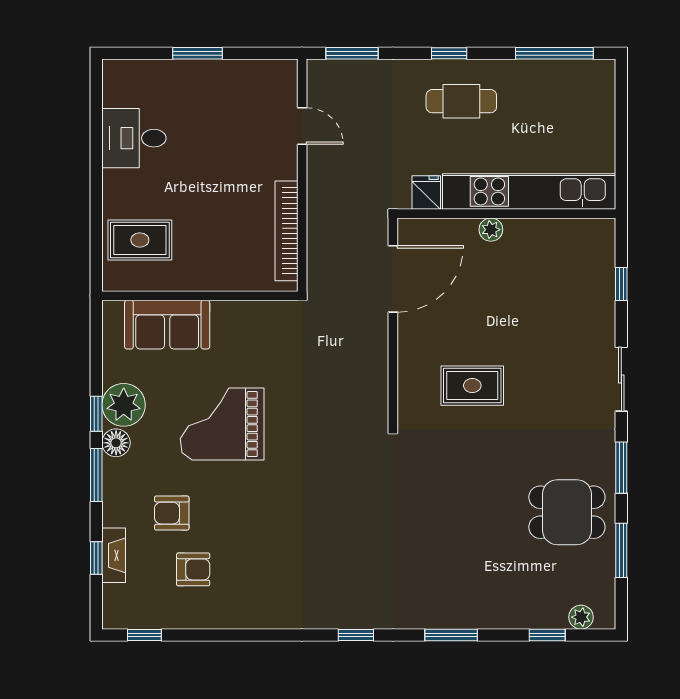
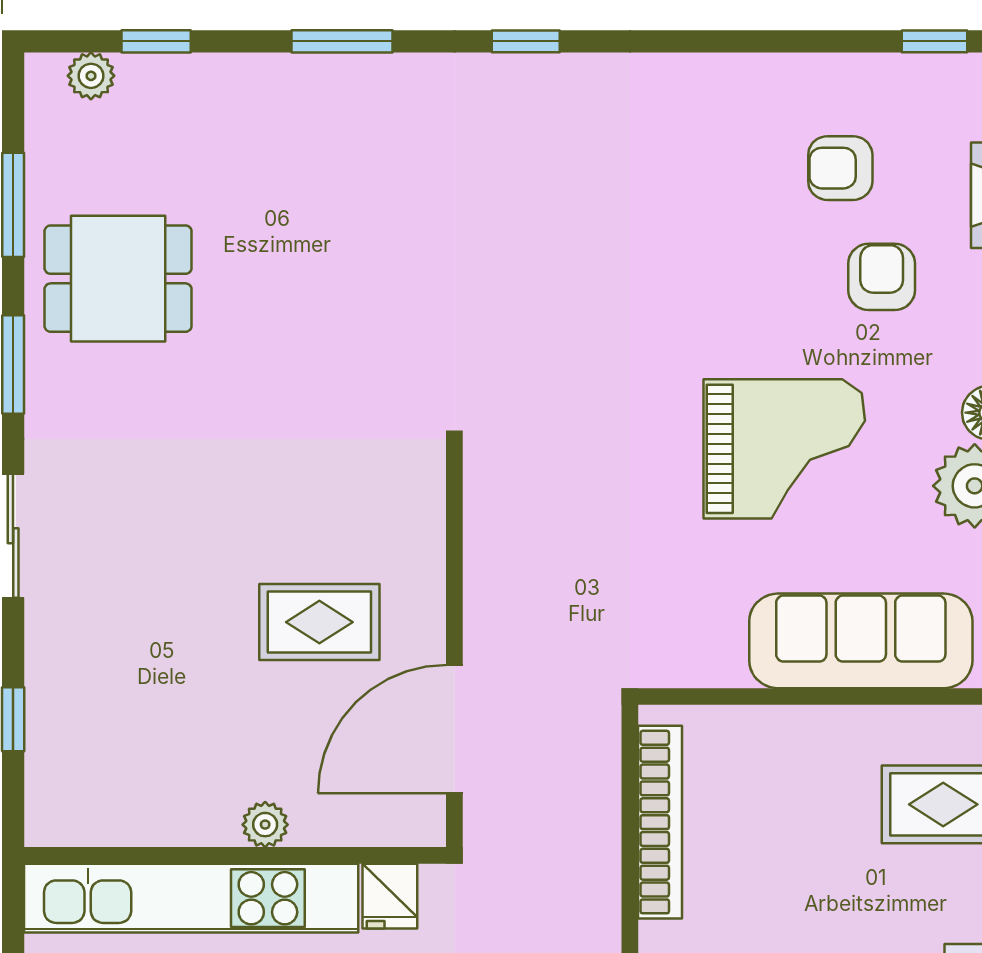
sofa: (167, 325) -> (861, 641), width x1.36
rug: (472, 386) -> (319, 622), moved
armchair: (172, 513) -> (882, 277), turned -90

